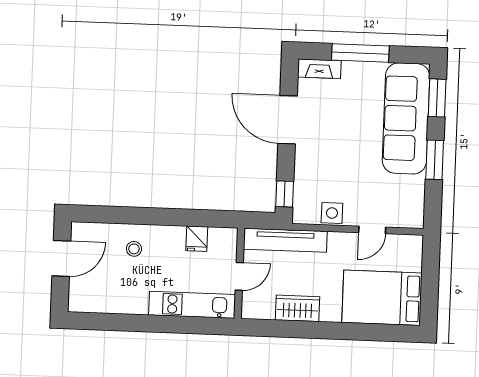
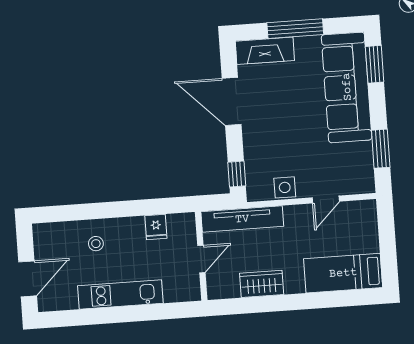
fireplace: (319, 69) -> (265, 51), width x1.37, depth x1.32
window: (435, 160) -> (381, 149), moved
door: (61, 258) -> (28, 279), moved
bed: (382, 298) -> (343, 273), width x0.67
kitchen unit: (192, 305) -> (120, 294), moved

